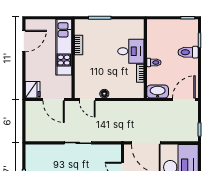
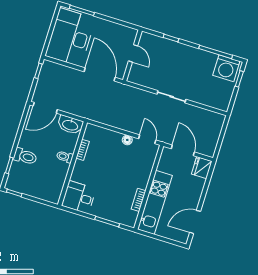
desk: (131, 51) -> (79, 197), moved

